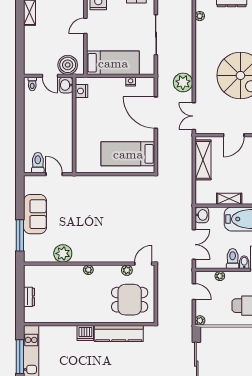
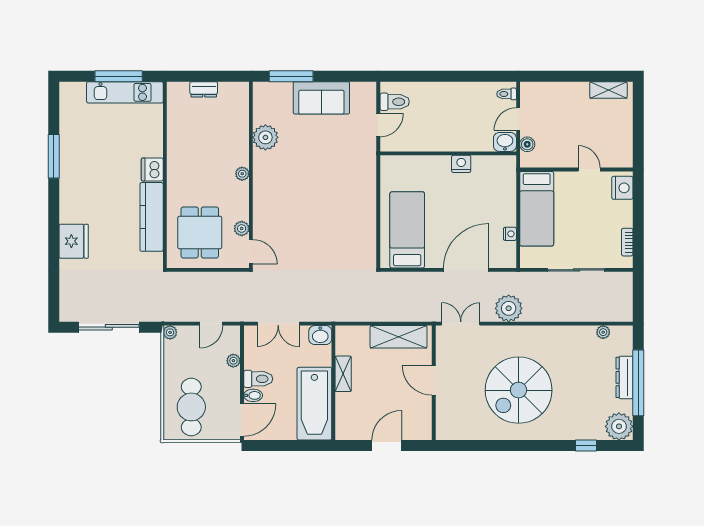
boiler: (68, 65) -> (527, 144), width x0.54, depth x0.54
nightstand: (81, 91) -> (461, 164), moved

